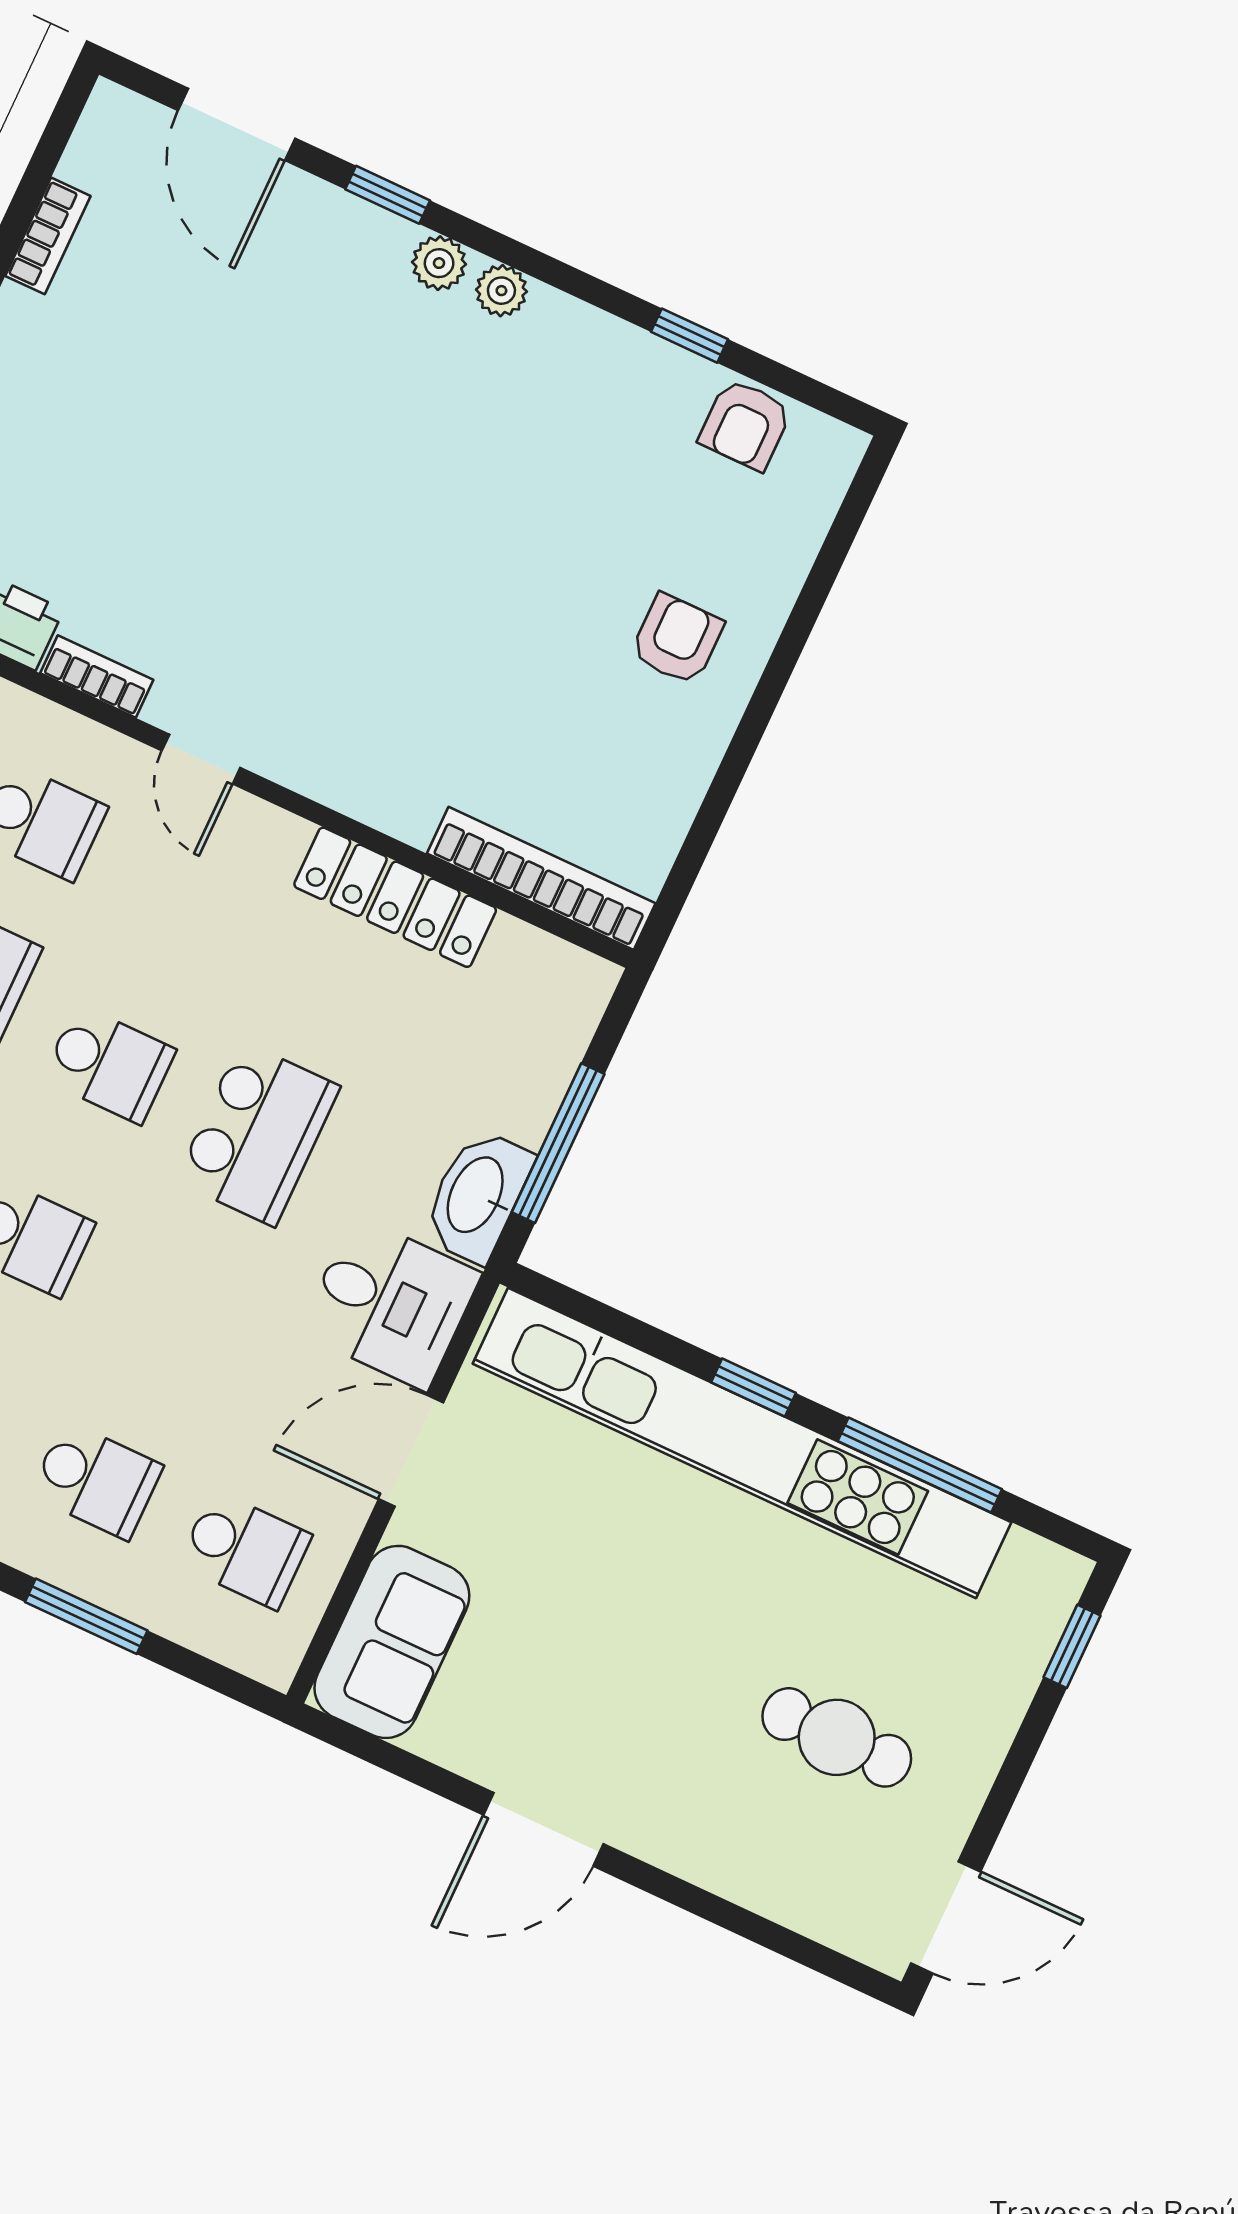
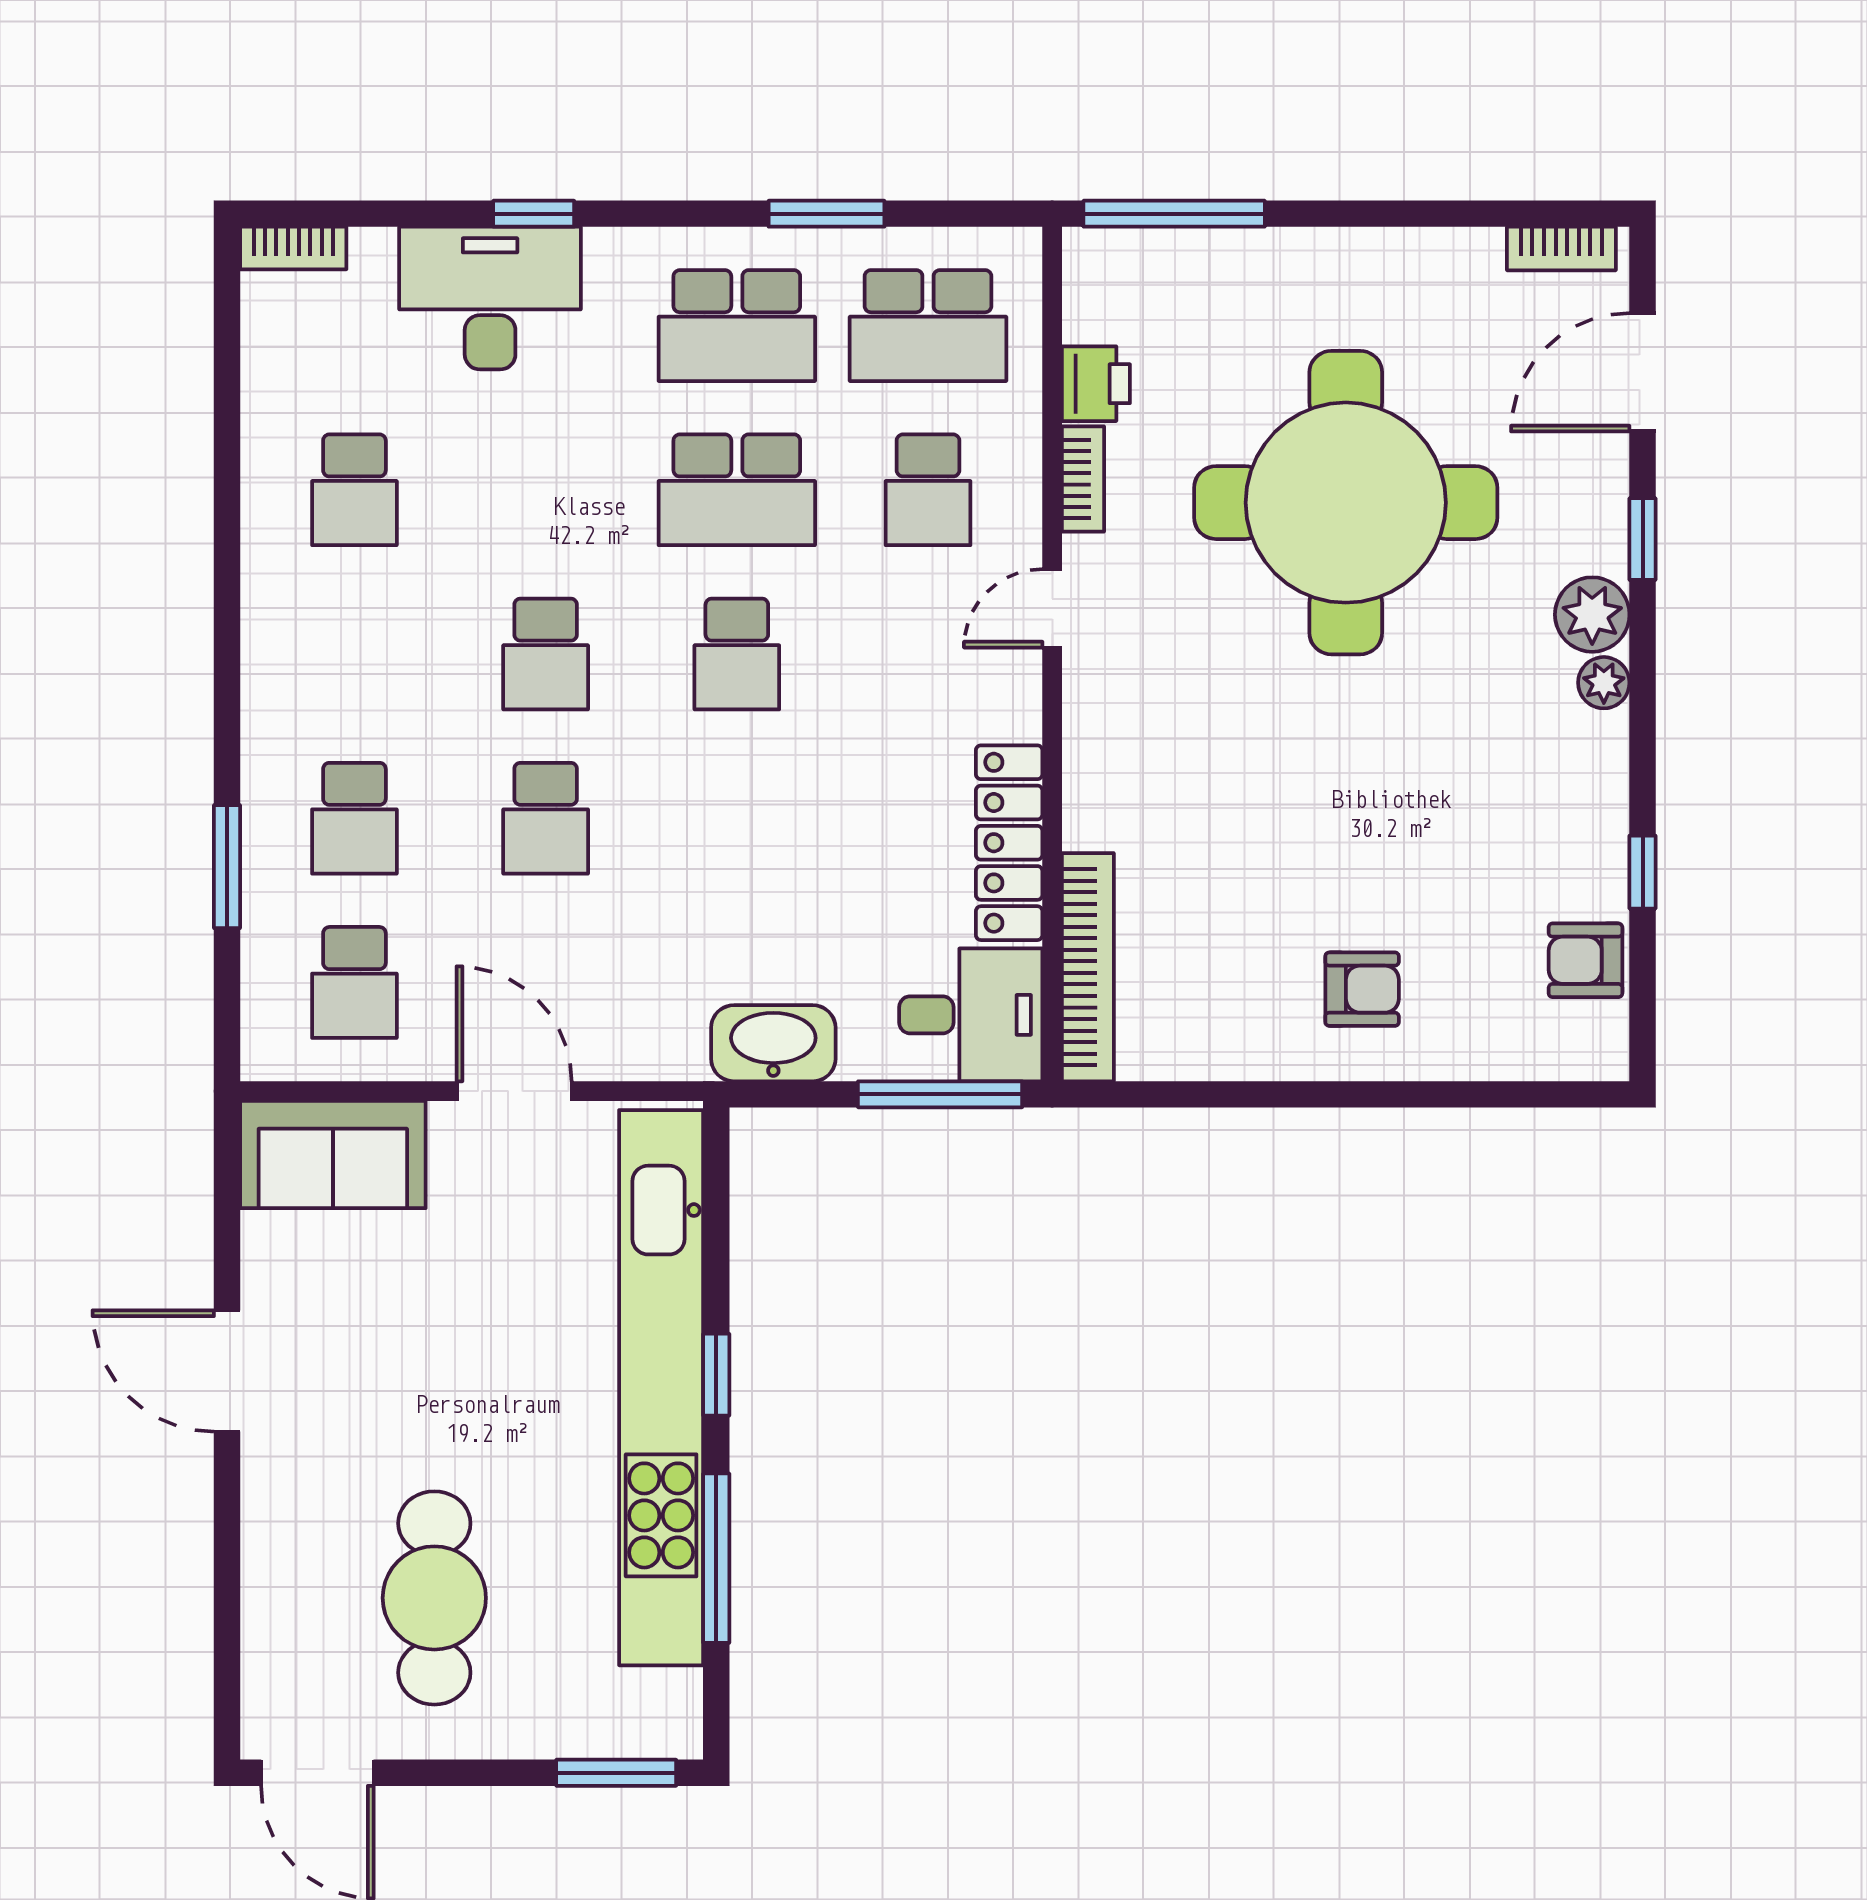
bookcase: (48, 236) -> (1561, 249), moved
plant: (439, 263) -> (1592, 615), width x1.38, depth x1.38
round table: (229, 448) -> (1346, 503), added
school desk: (258, 1134) -> (546, 818), moved, width x0.54
window: (558, 1143) -> (940, 1094), moved
desk: (390, 1303) -> (971, 1015), moved, turned -90
window: (1072, 1646) -> (616, 1773), width x1.50
cafe table: (837, 1737) -> (434, 1598), width x1.37, depth x1.35

